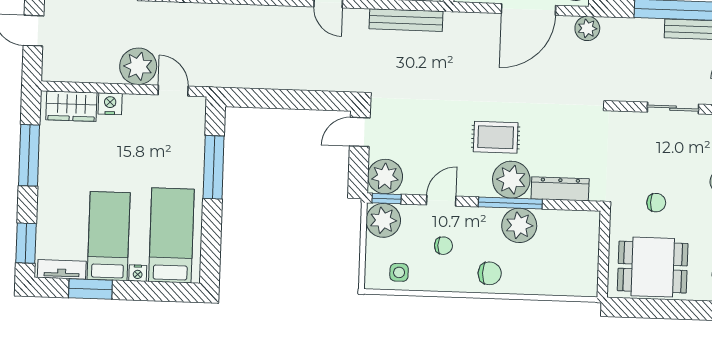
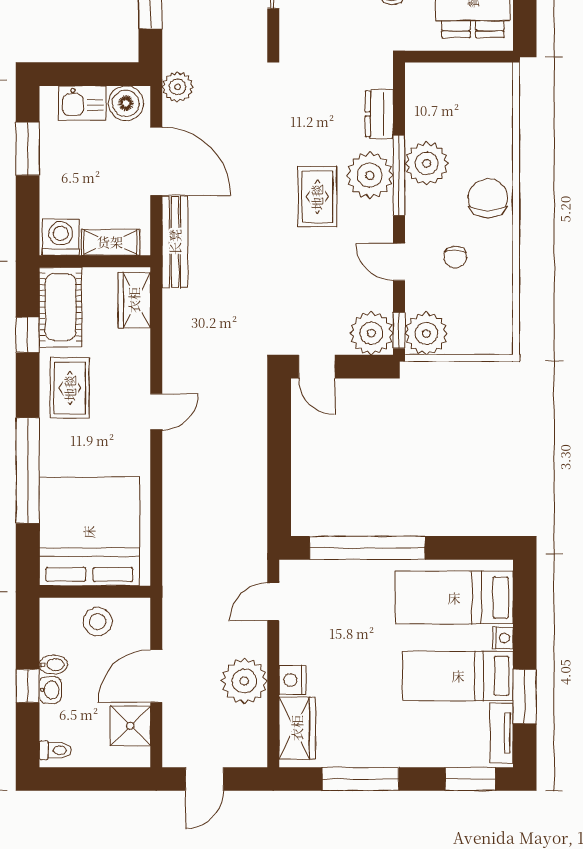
bench: (406, 20) -> (175, 242), moved
plant: (138, 66) -> (244, 681), moved
window: (214, 167) -> (367, 548), width x1.46
dresser: (560, 189) -> (379, 114), width x0.70
chair: (443, 246) -> (455, 257), turned 180
side table: (399, 272) -> (491, 311), removed
chair: (490, 273) -> (488, 198), width x1.37, depth x1.37

